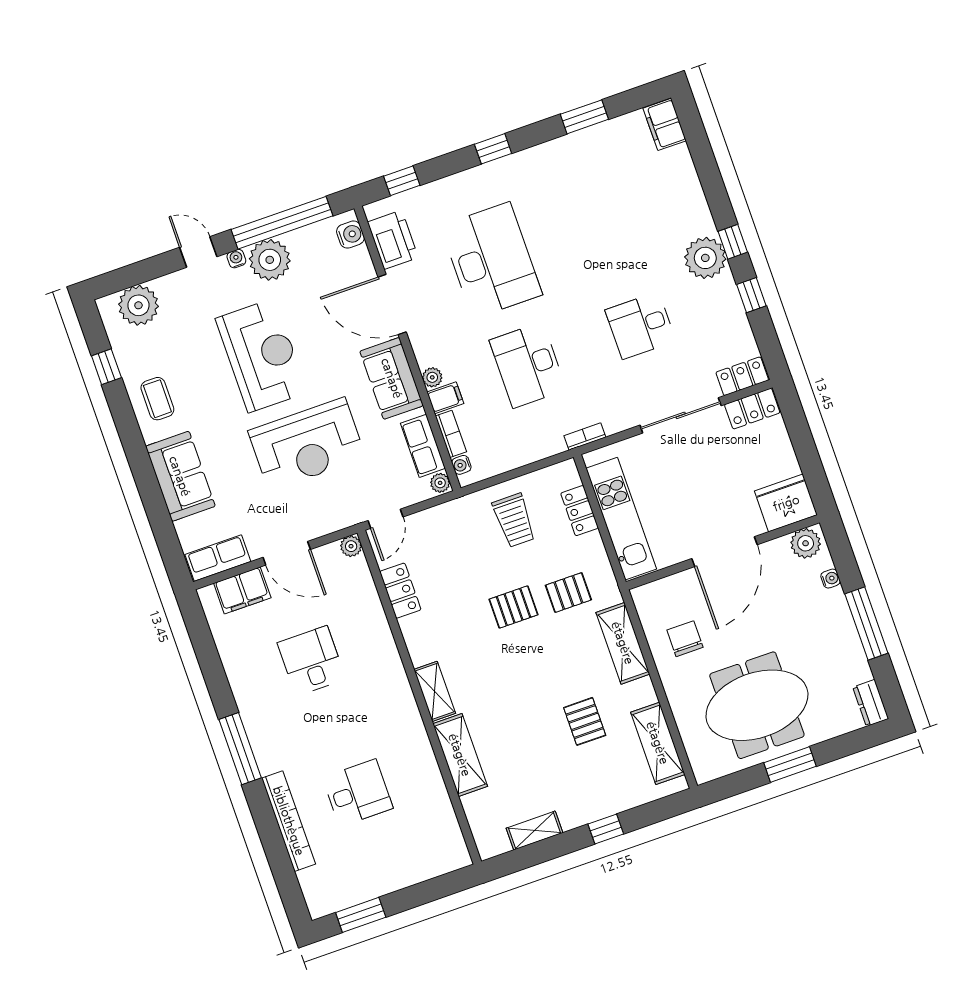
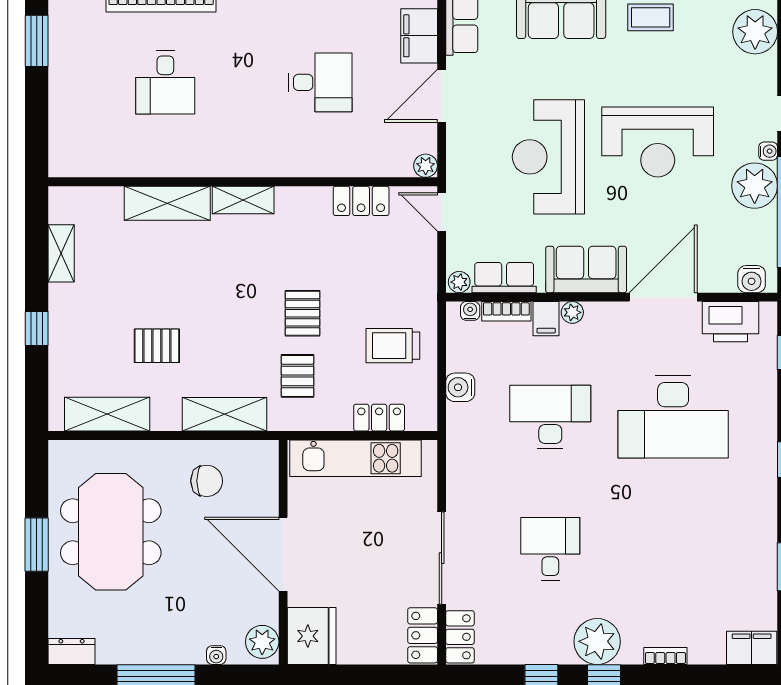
bookcase: (585, 437) -> (665, 656), moved, turned -90
water cooler: (529, 450) -> (460, 387), added

